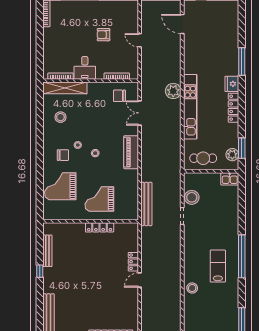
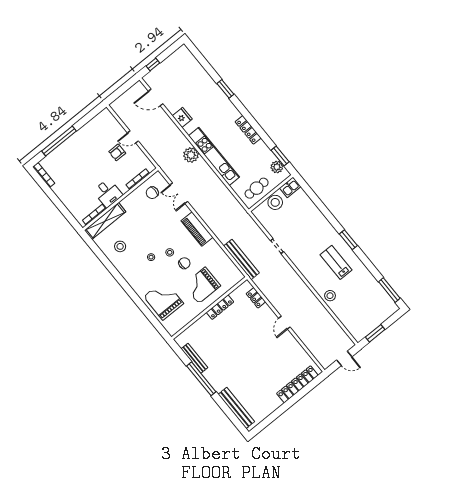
armchair: (103, 35) -> (117, 152), moved
window: (242, 62) -> (225, 89), width x0.69
fridge: (232, 84) -> (182, 117), moved, turned 180
chair: (63, 155) -> (184, 263), moved
grand piano: (60, 186) -> (164, 300), turned 90
stool: (192, 197) -> (275, 202), moved
window: (242, 256) -> (348, 240), width x0.47
locker: (133, 262) -> (256, 298), moved
window: (40, 271) -> (201, 379), width x3.17

